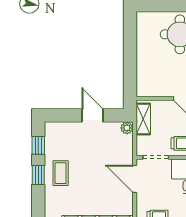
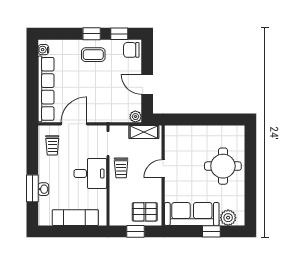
door: (92, 115) -> (147, 84), swing flipped
chair: (56, 132) -> (131, 50), added
door: (135, 179) -> (74, 124), moved

